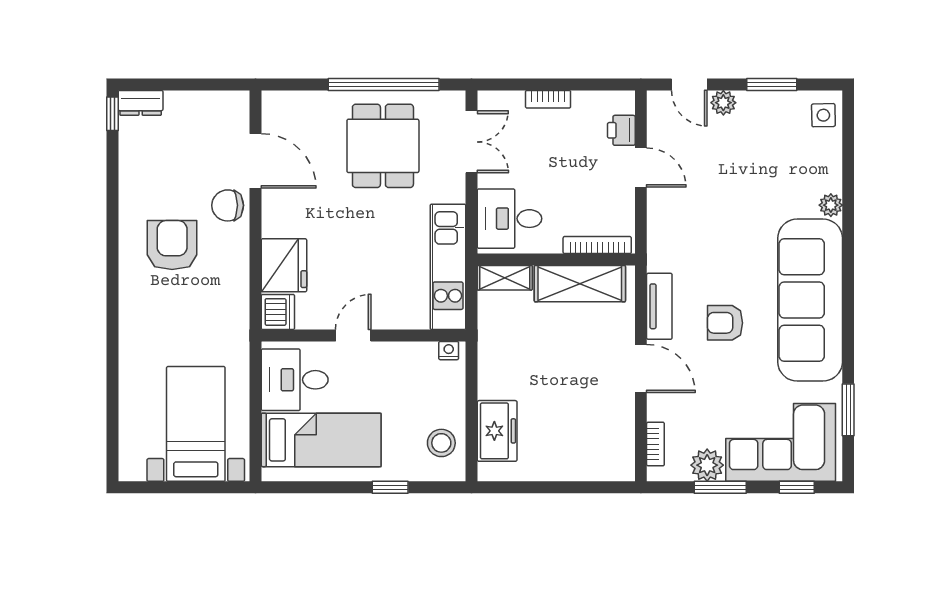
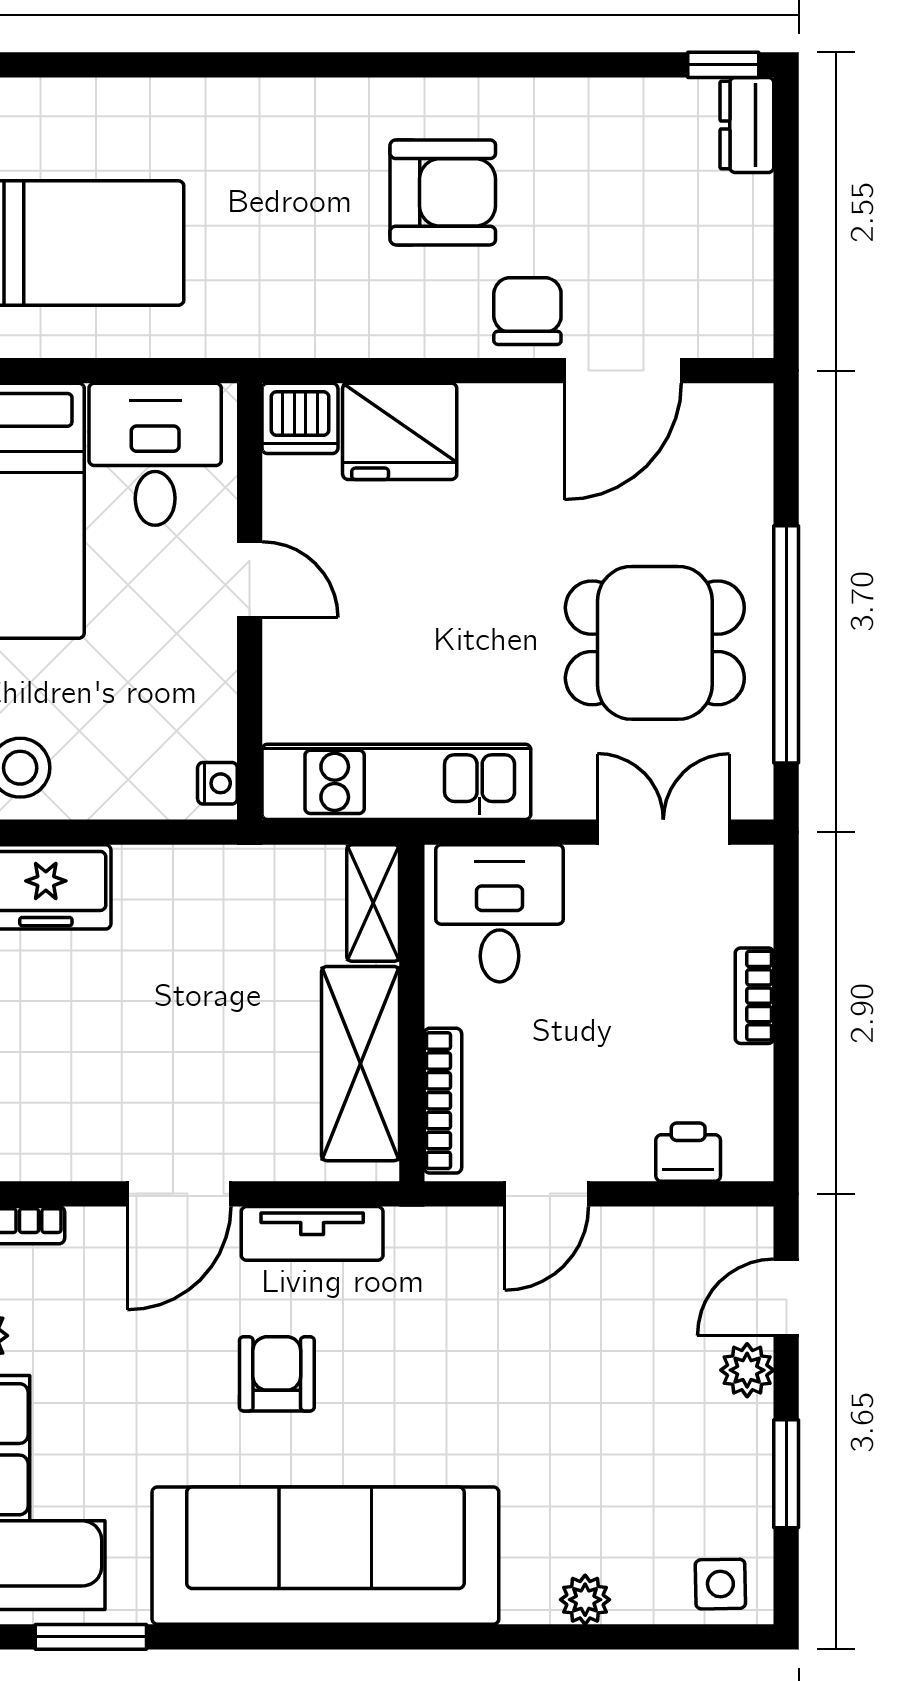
double door: (472, 142) -> (663, 832), swing flipped
door: (641, 168) -> (546, 1194), moved
plant: (831, 205) -> (585, 1600), moved

